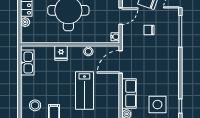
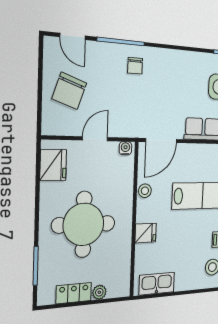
door: (121, 16) -> (95, 139), hinge flipped
chair: (149, 30) -> (135, 66), moved
door: (121, 62) -> (161, 141), hinge flipped

